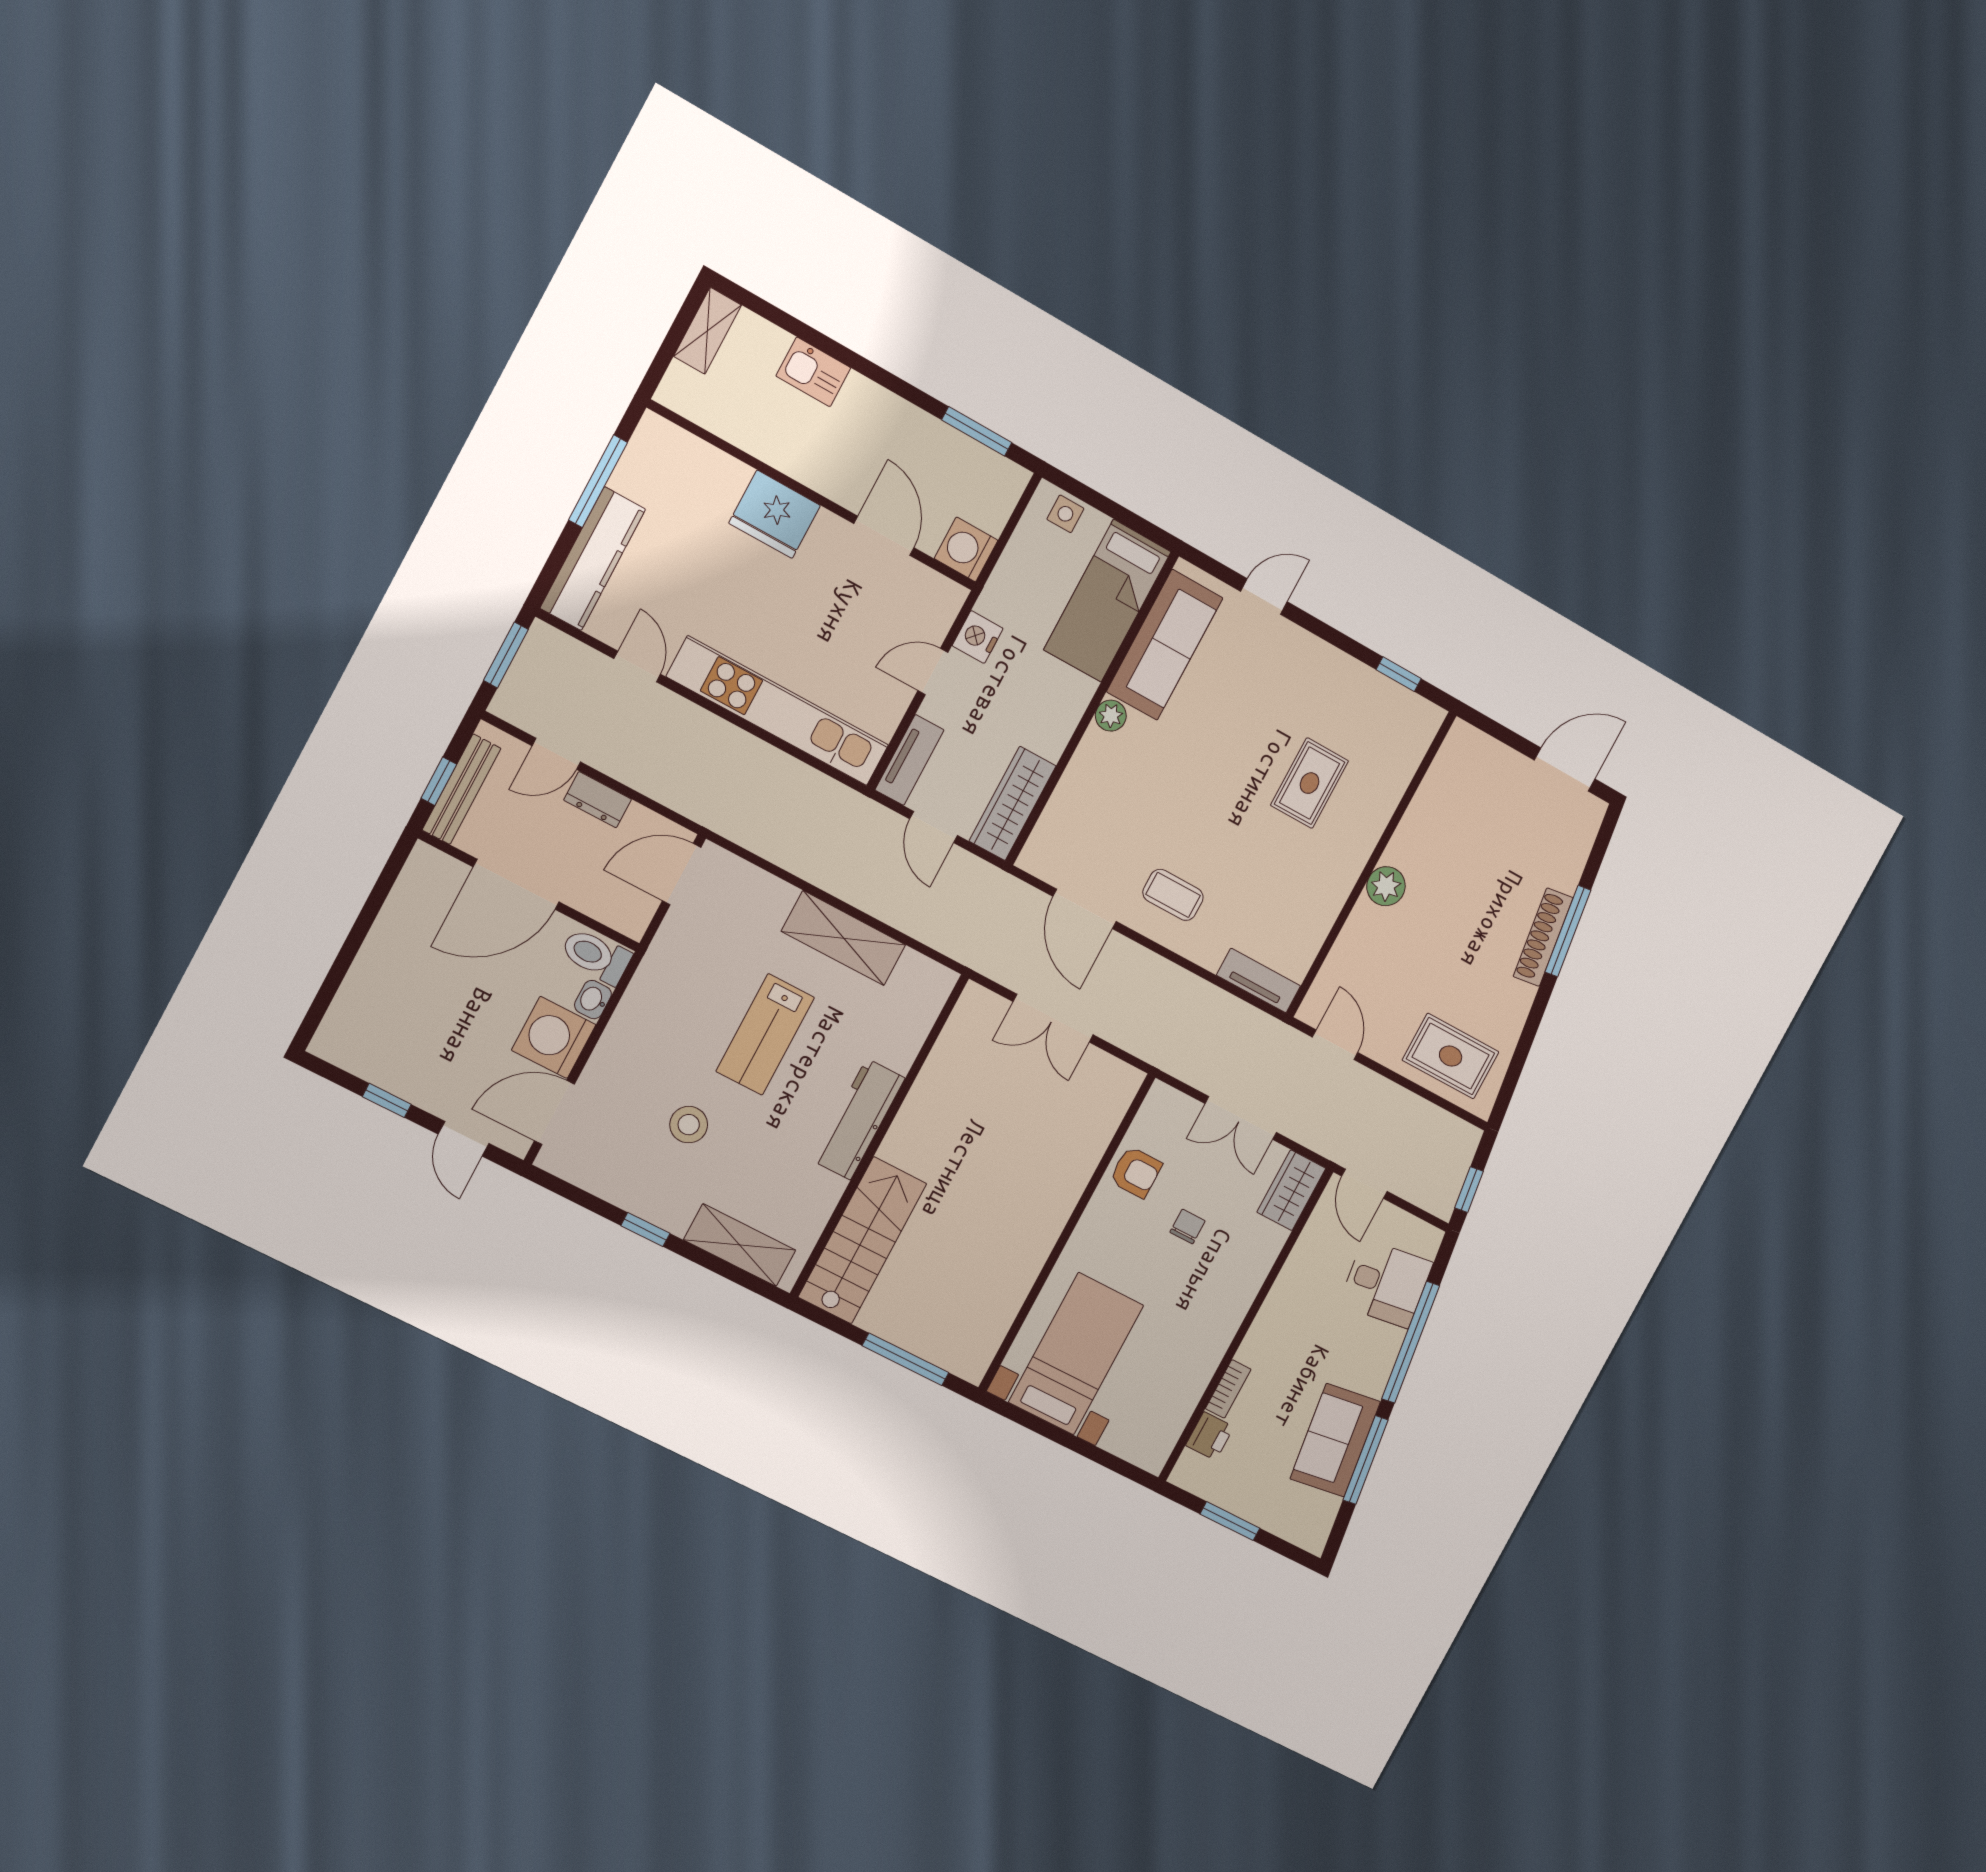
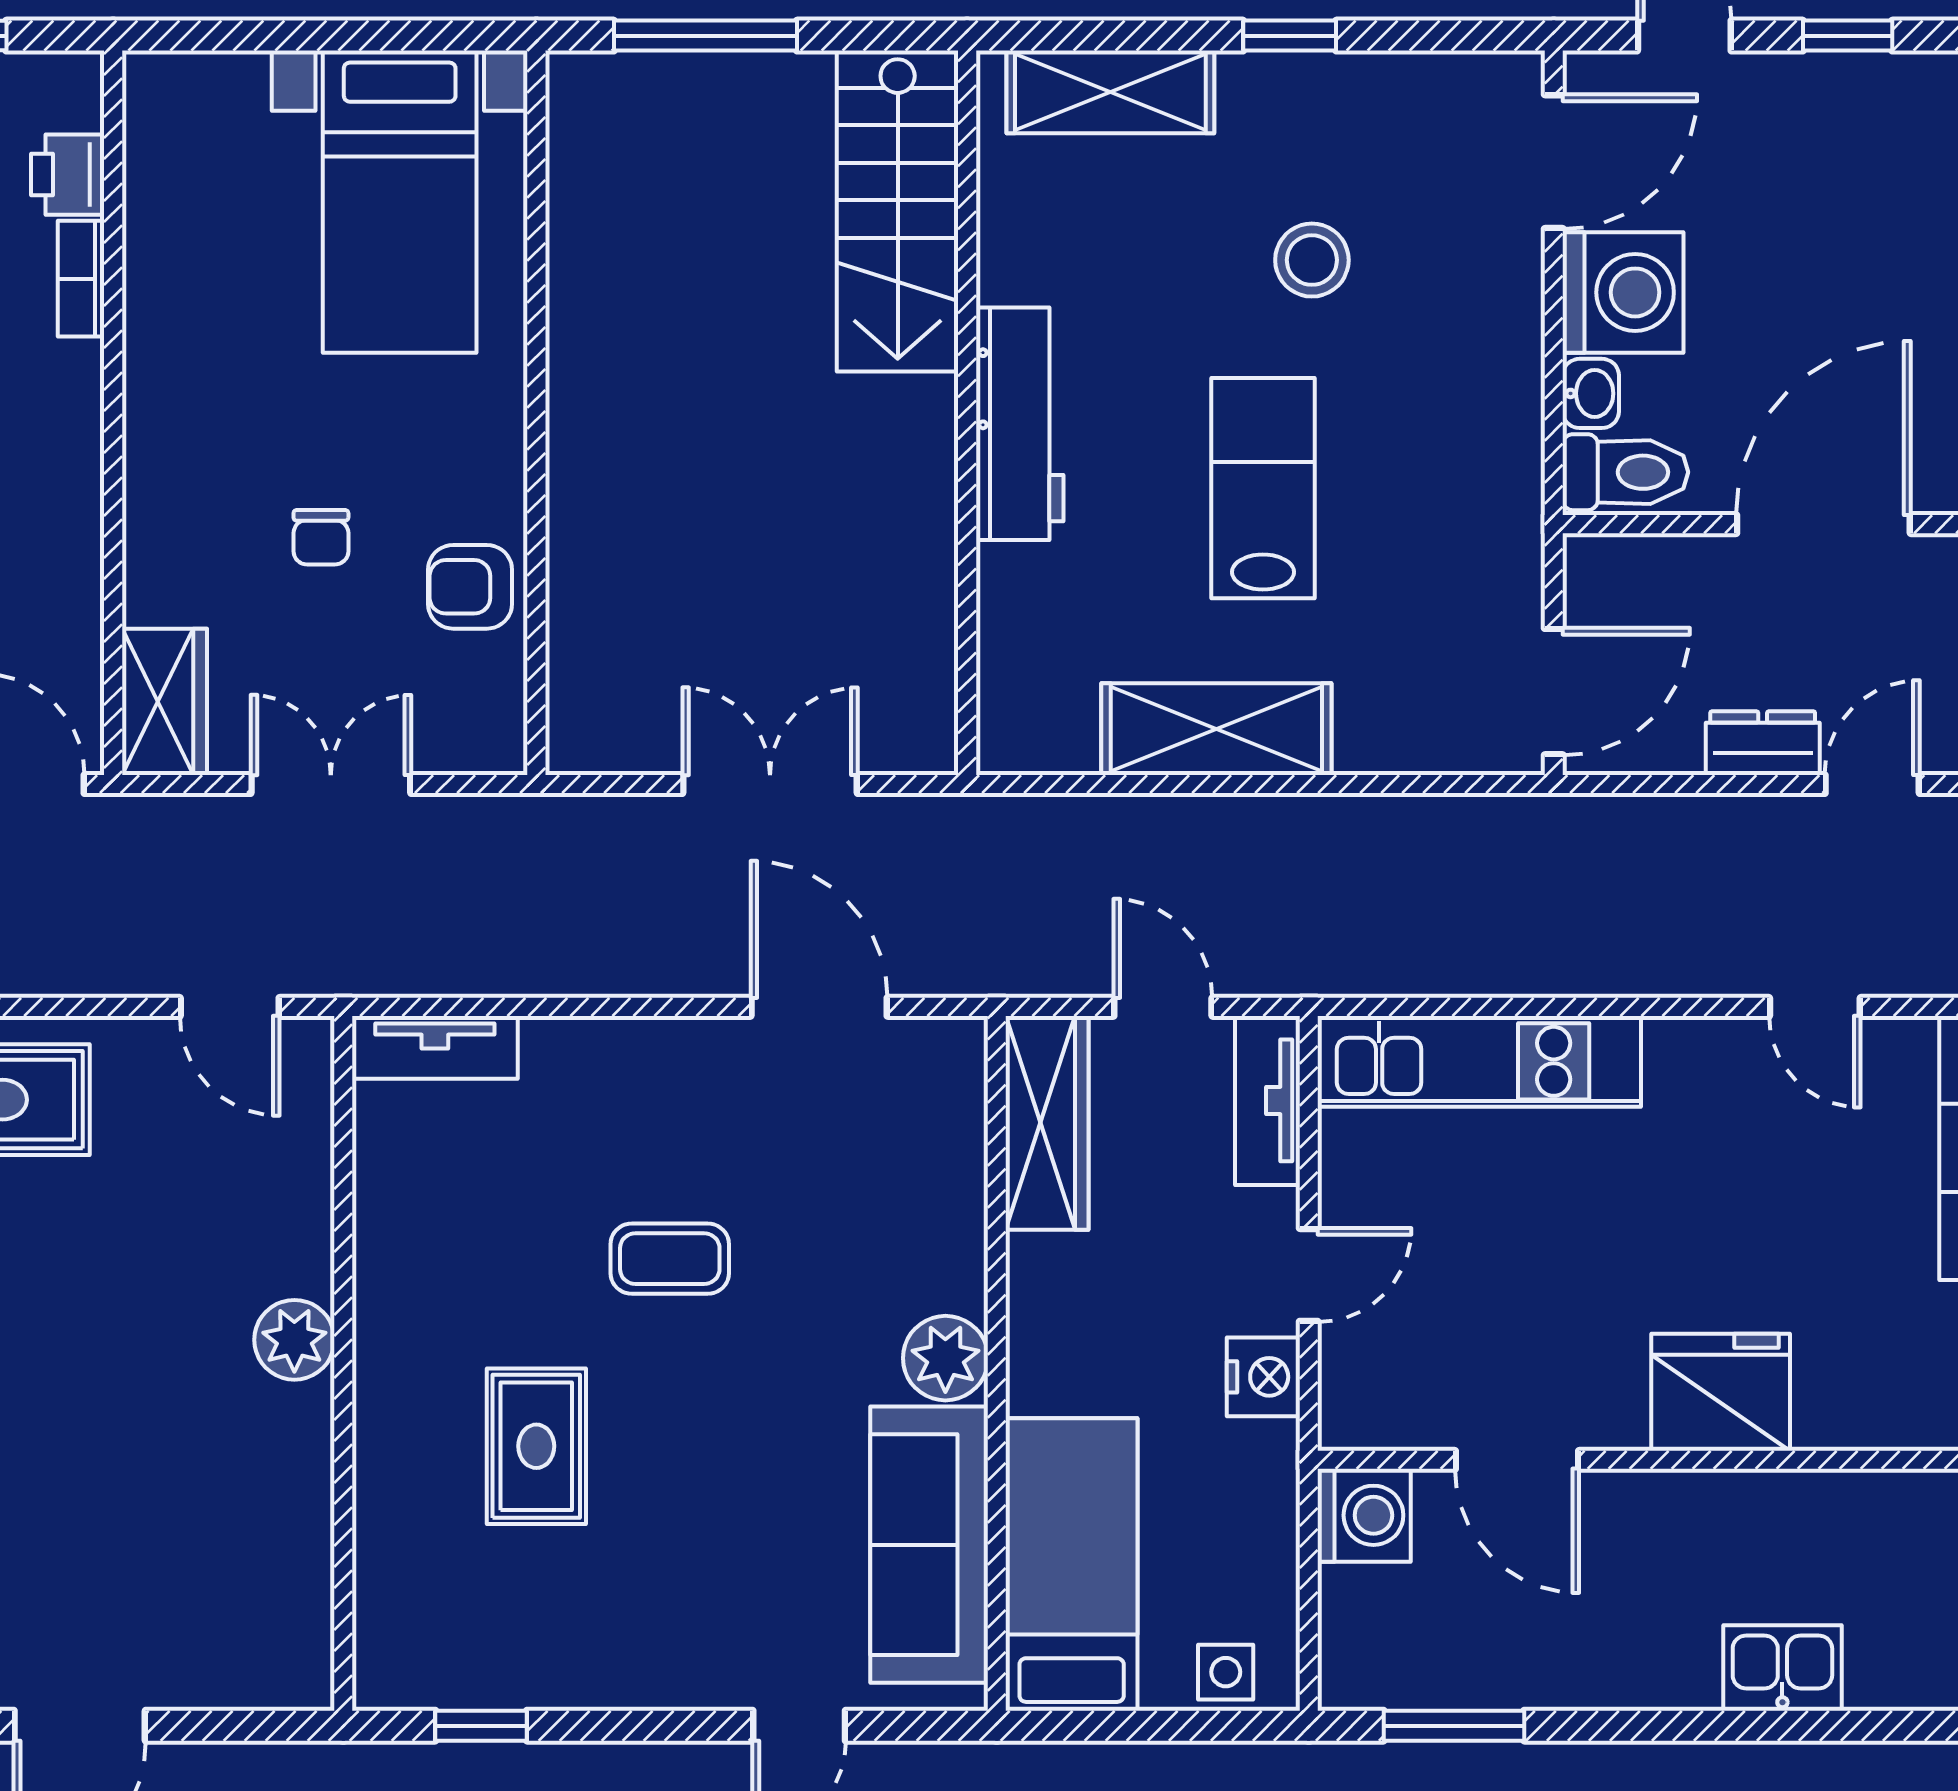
kitchen unit: (778, 711) -> (1479, 1061), width x0.73
plant: (1111, 716) -> (945, 1358), width x1.38, depth x1.38
coffee table: (1173, 895) -> (670, 1259), moved

